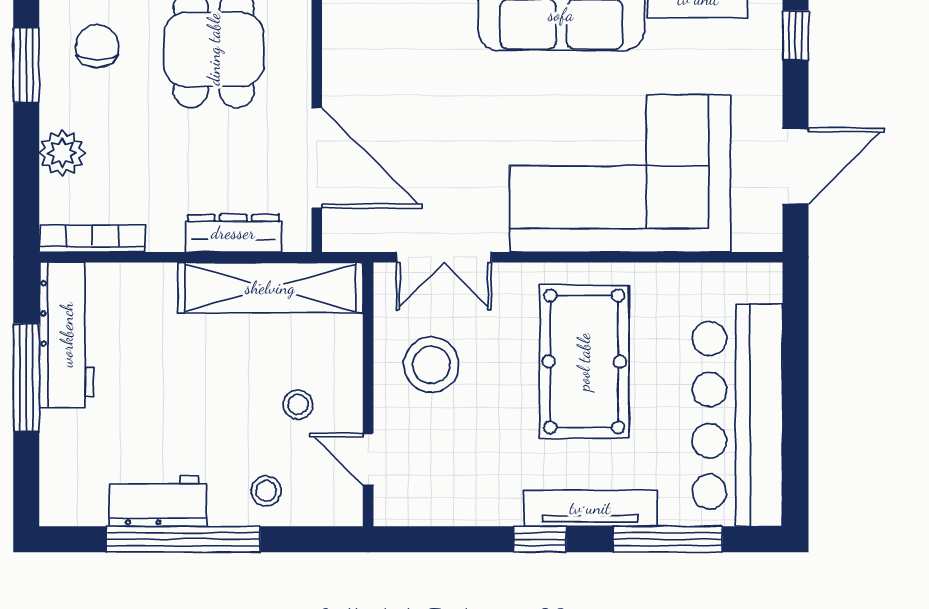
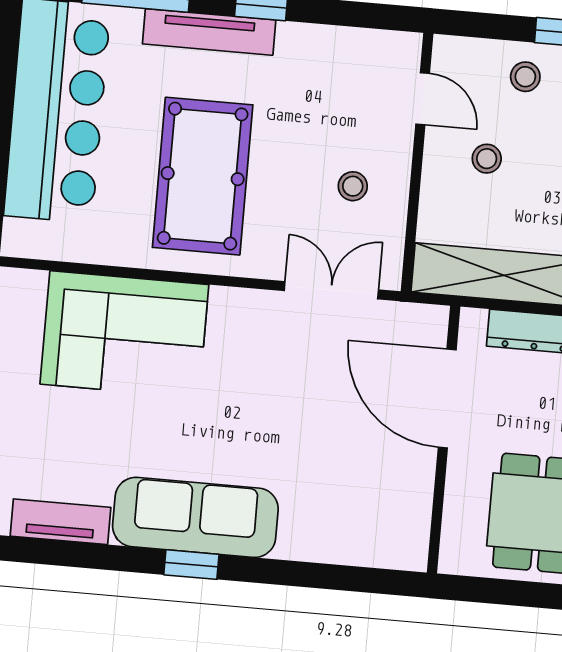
corner sofa: (620, 174) -> (124, 334), width x0.73, depth x0.74
stool: (431, 365) -> (353, 186), width x0.53, depth x0.53

